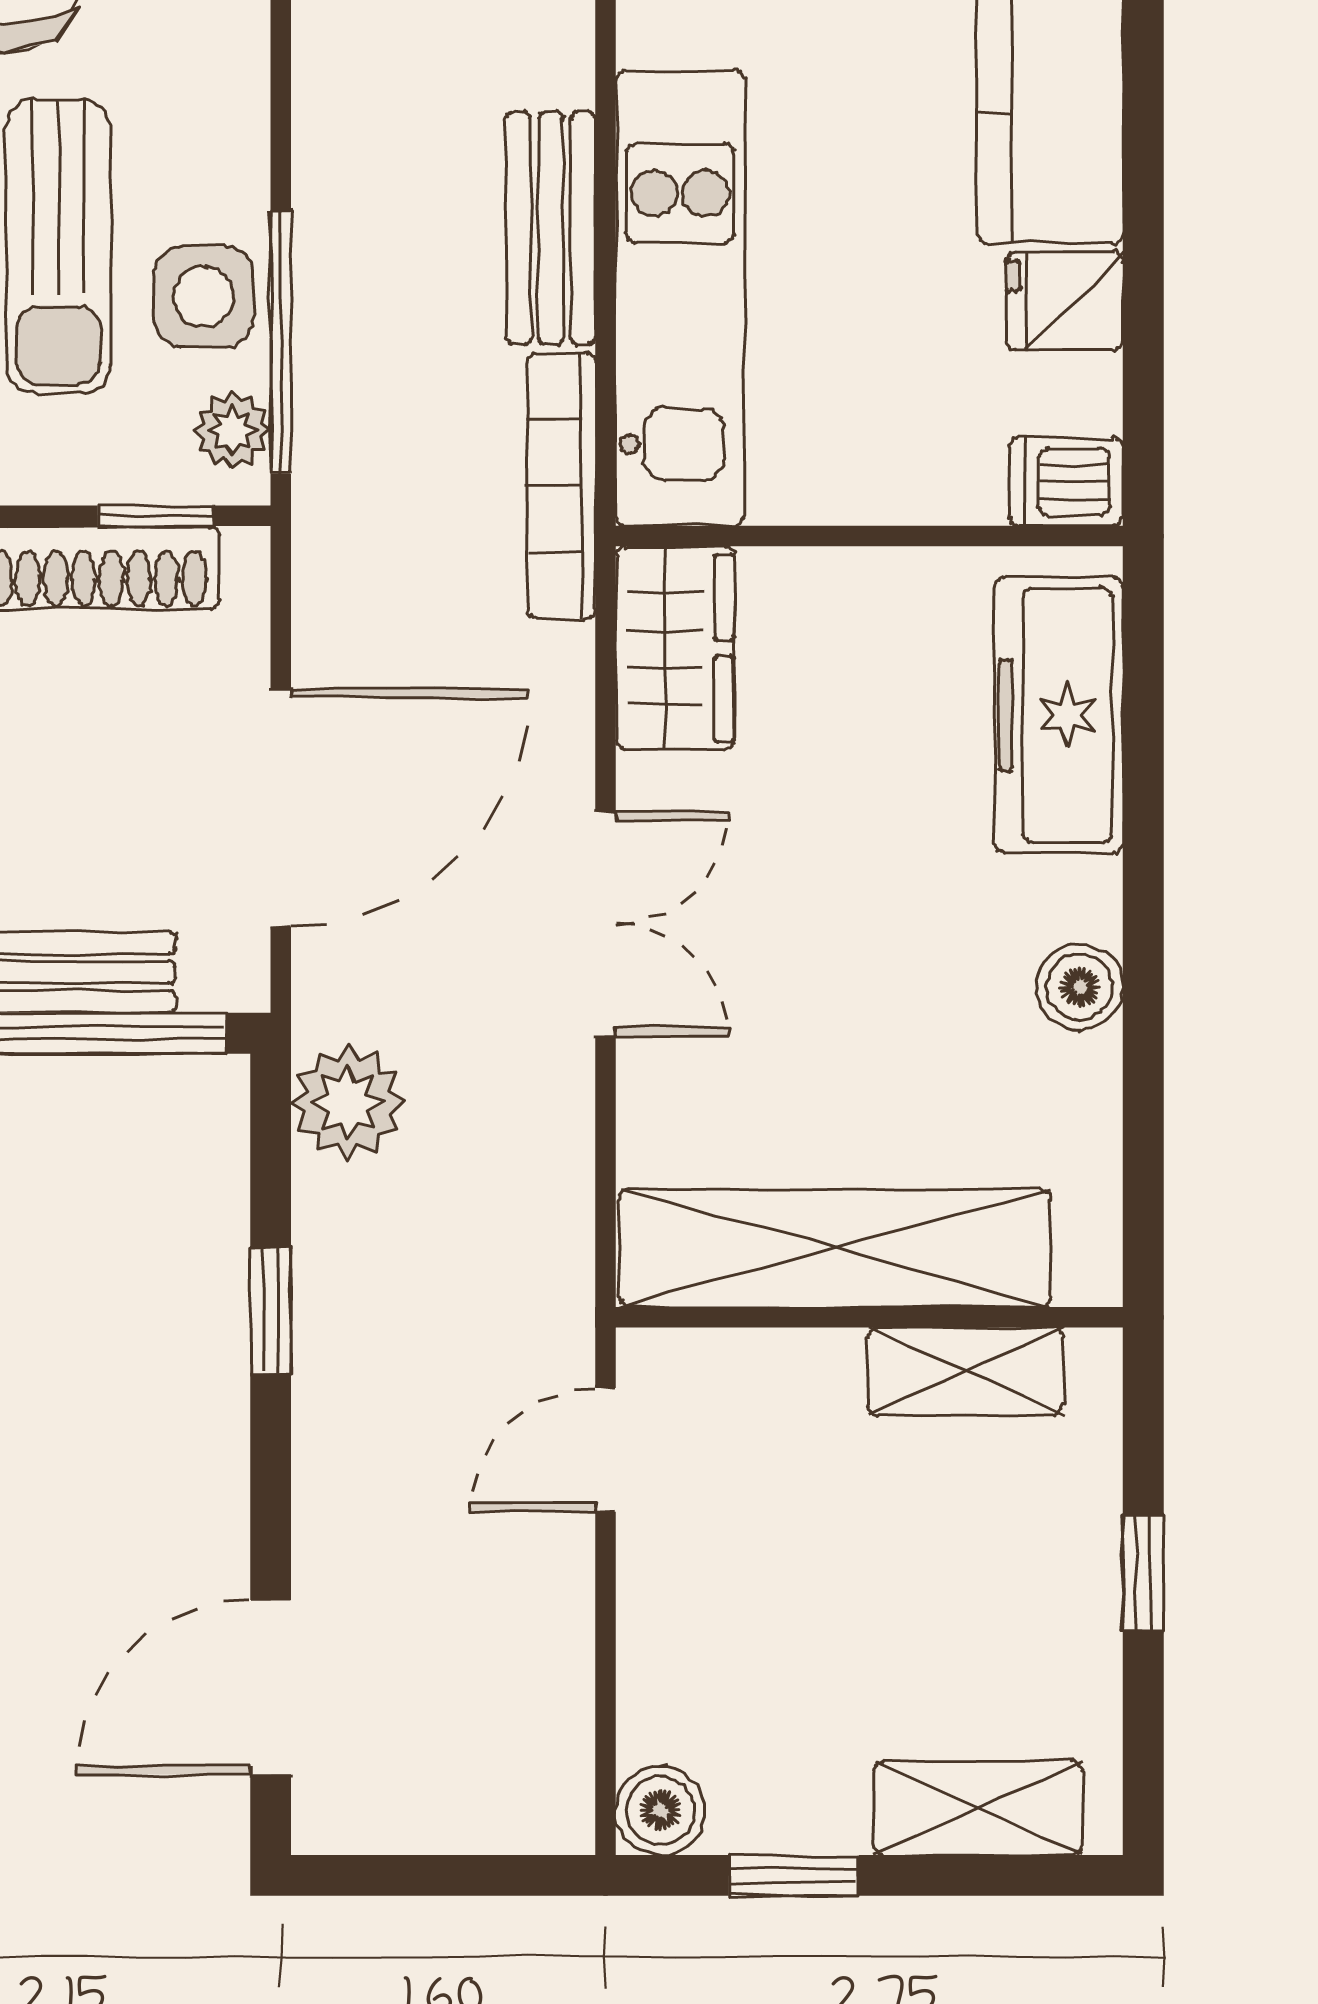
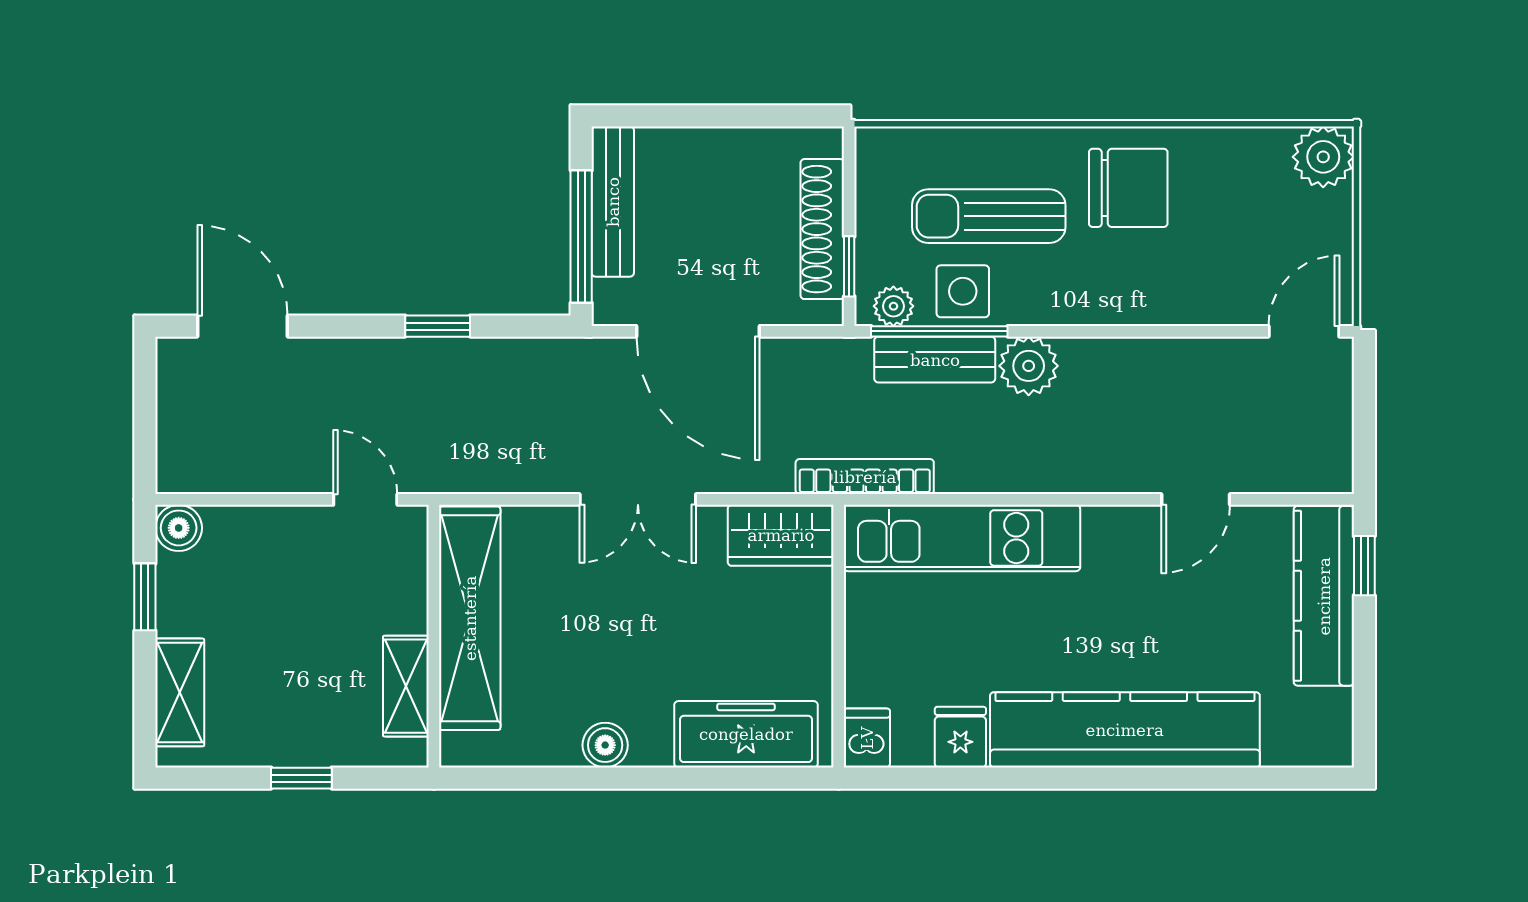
bench: (551, 228) -> (935, 360), moved
plant: (348, 1102) -> (1029, 366), moved

